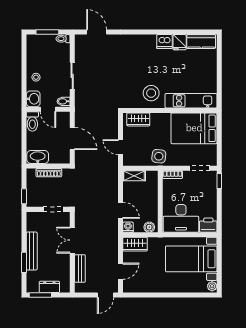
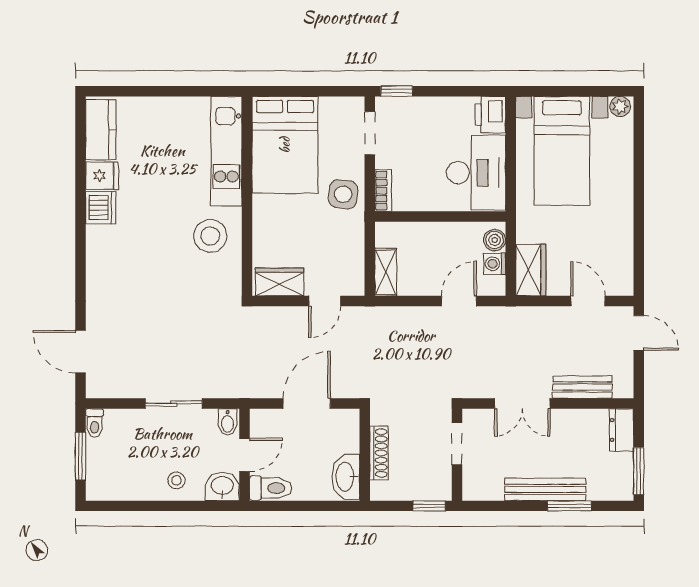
door: (97, 32) -> (81, 352), hinge flipped
wardrobe: (138, 119) -> (279, 282), moved, turned -90
side table: (159, 156) -> (343, 194), moved
washing machine: (128, 227) -> (495, 264), moved
dresser: (49, 287) -> (622, 430), moved

